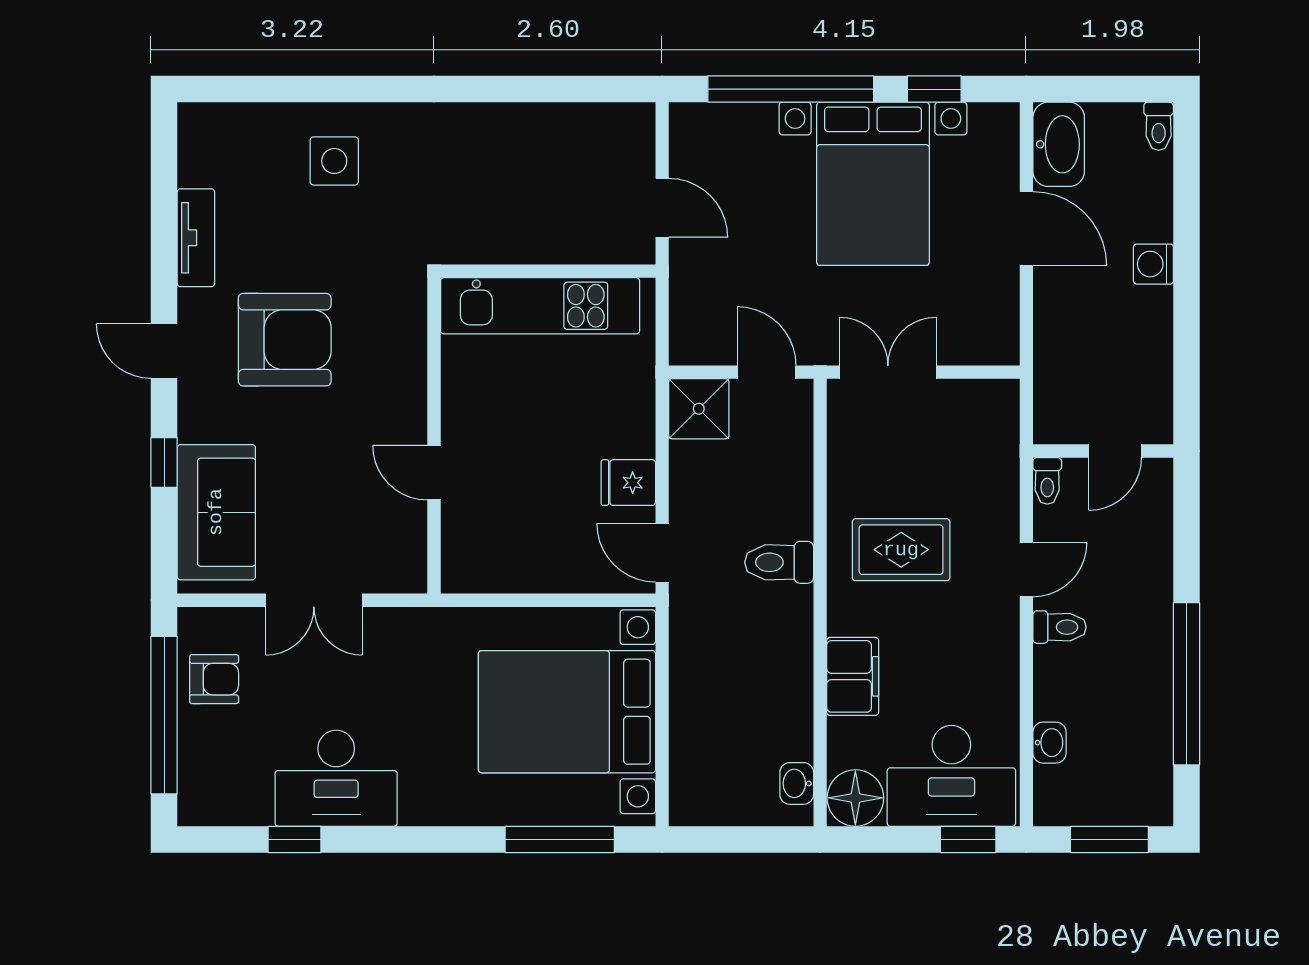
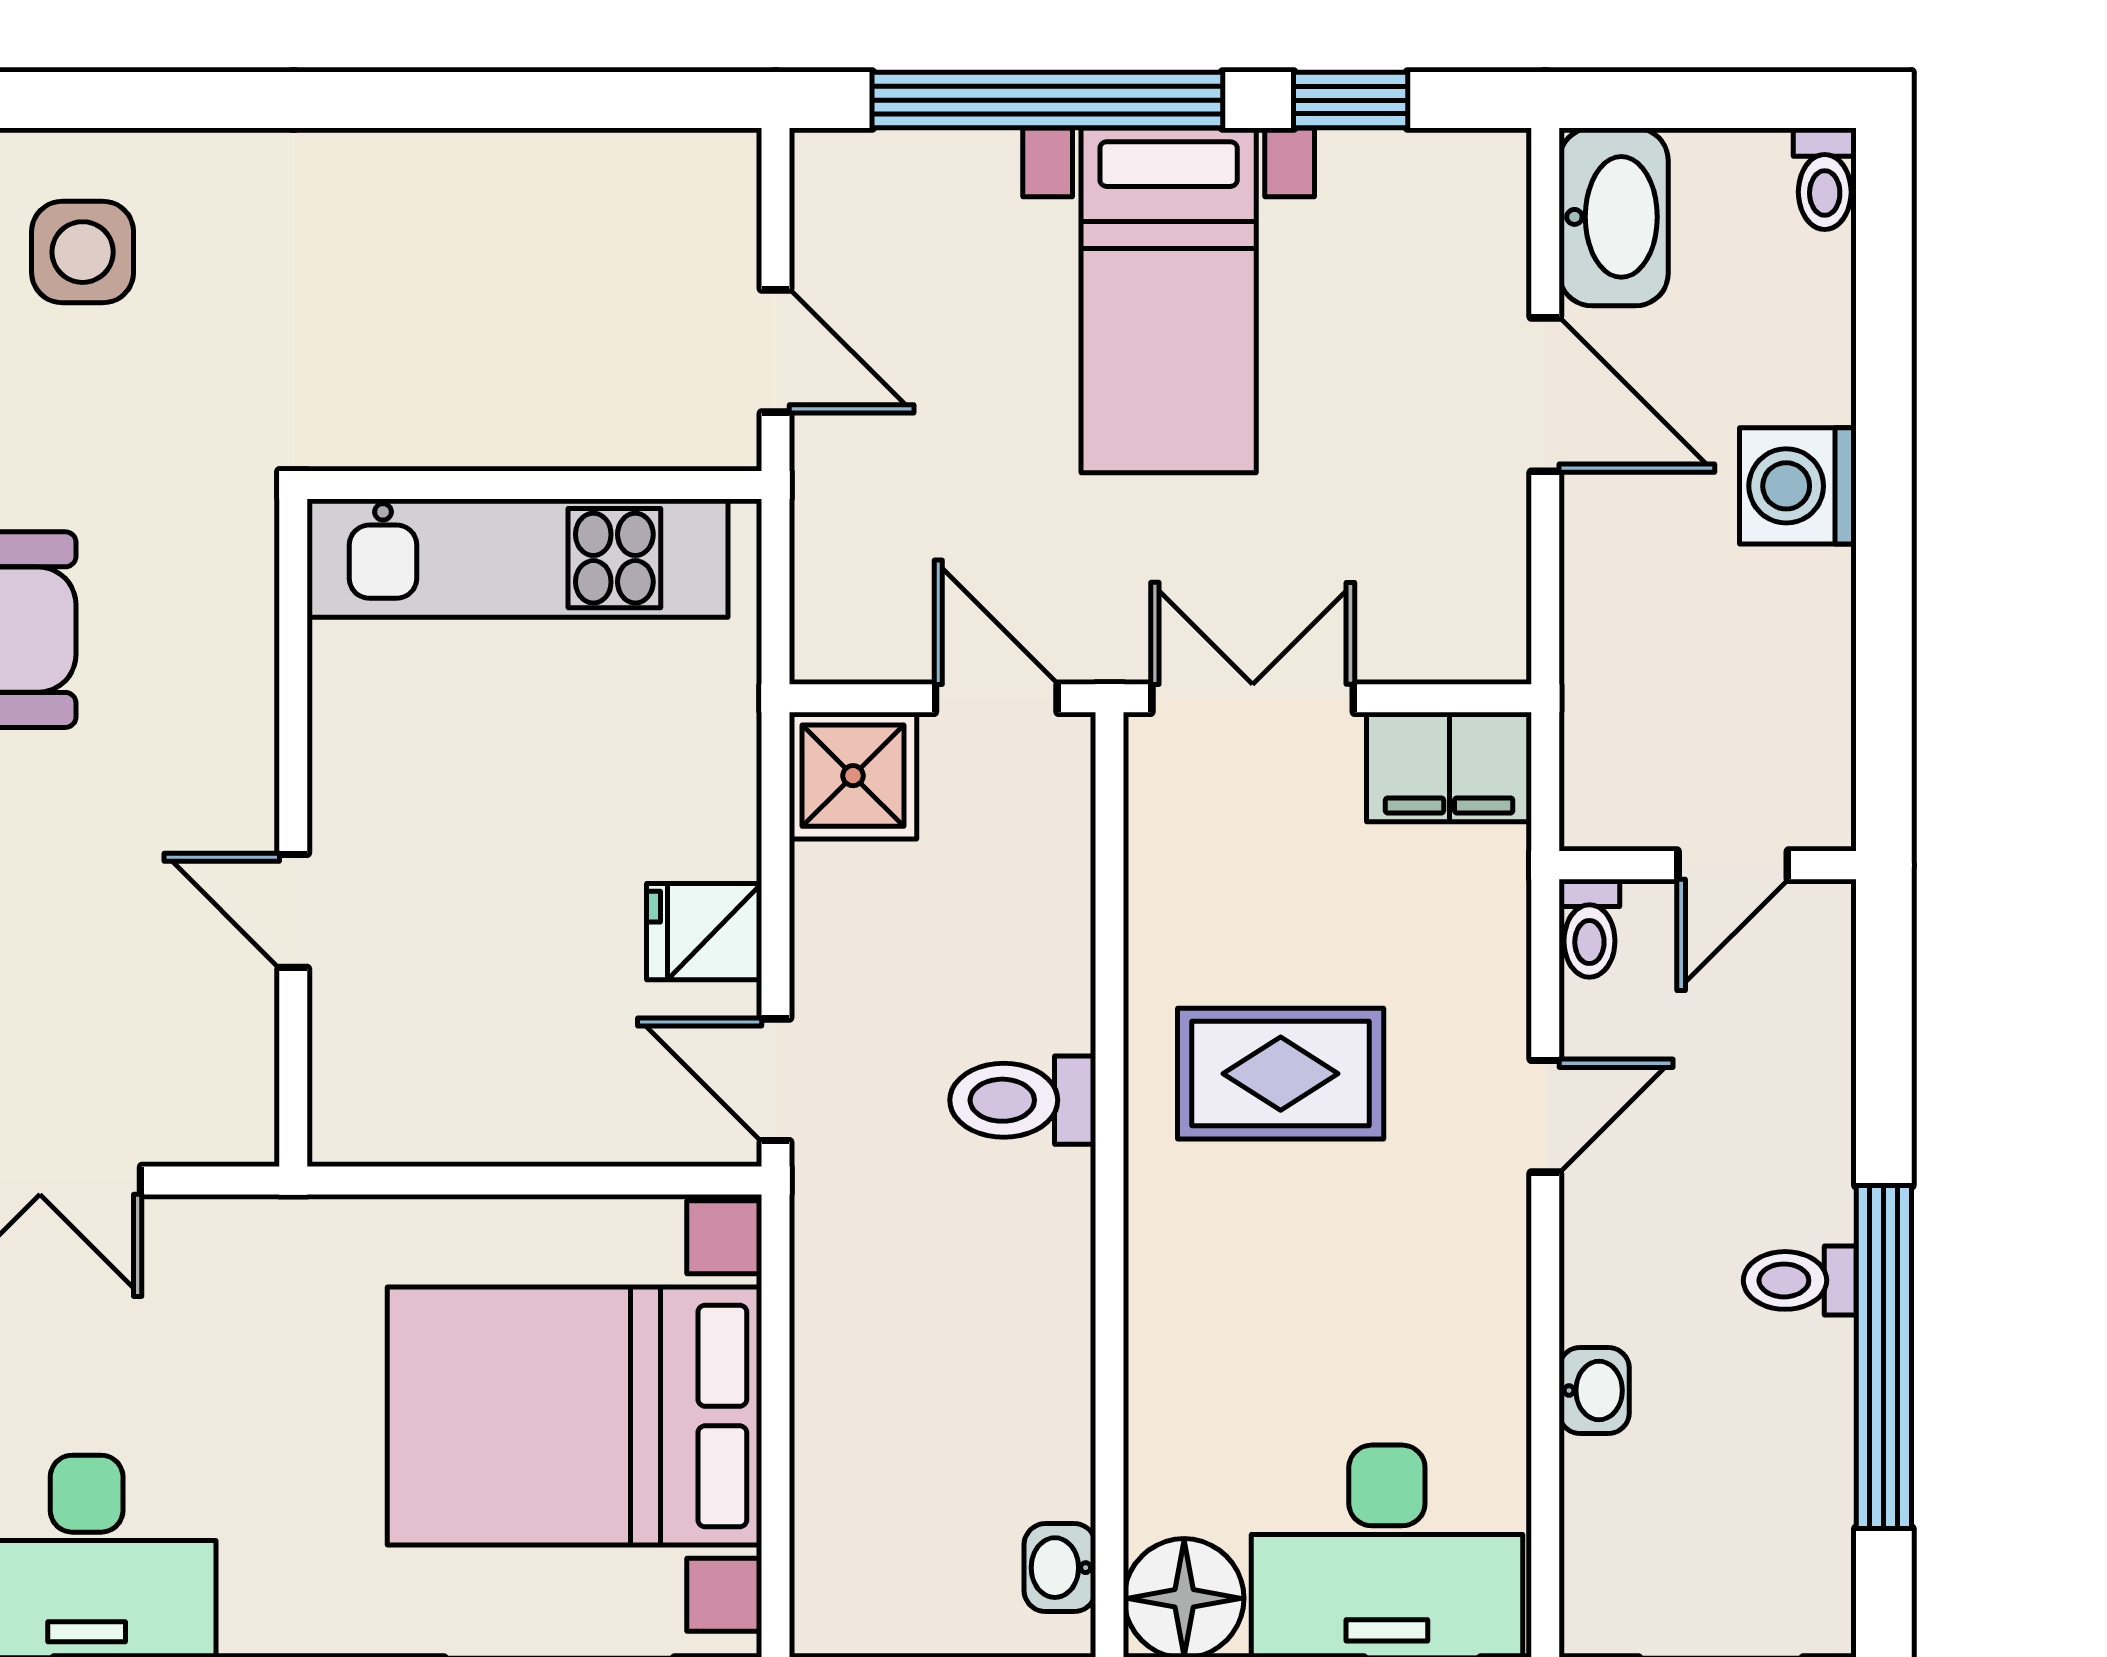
bed with nightstands: (873, 184) -> (1169, 300), width x0.73
washing machine: (1153, 264) -> (1798, 486), width x1.38, depth x1.38
toilet: (1060, 627) -> (1800, 1280), moved, turned 180
filing cabinet: (853, 676) -> (1449, 767), moved, turned 90
washbasin: (1049, 743) -> (1594, 1390), moved

